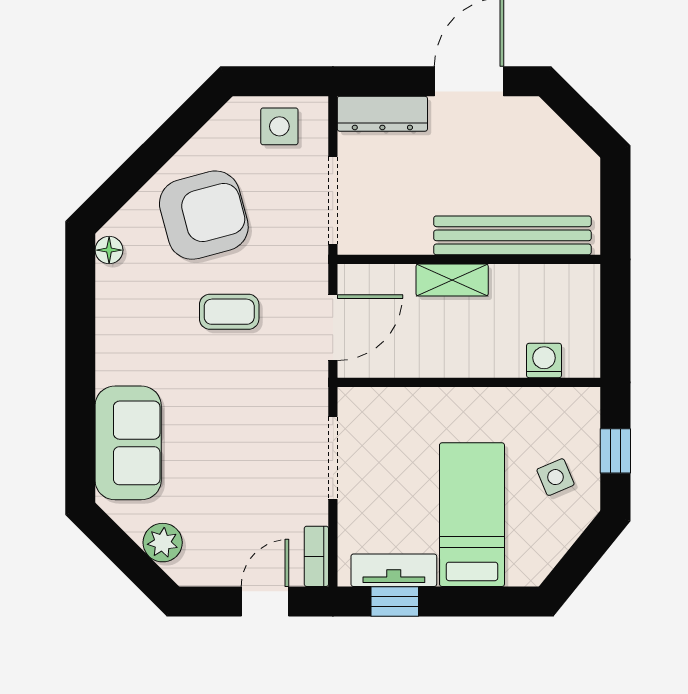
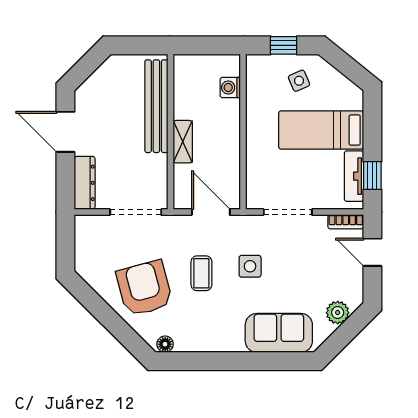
side table: (279, 126) -> (250, 266), moved

